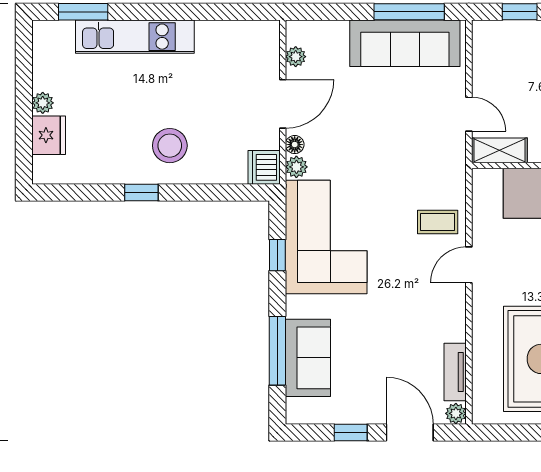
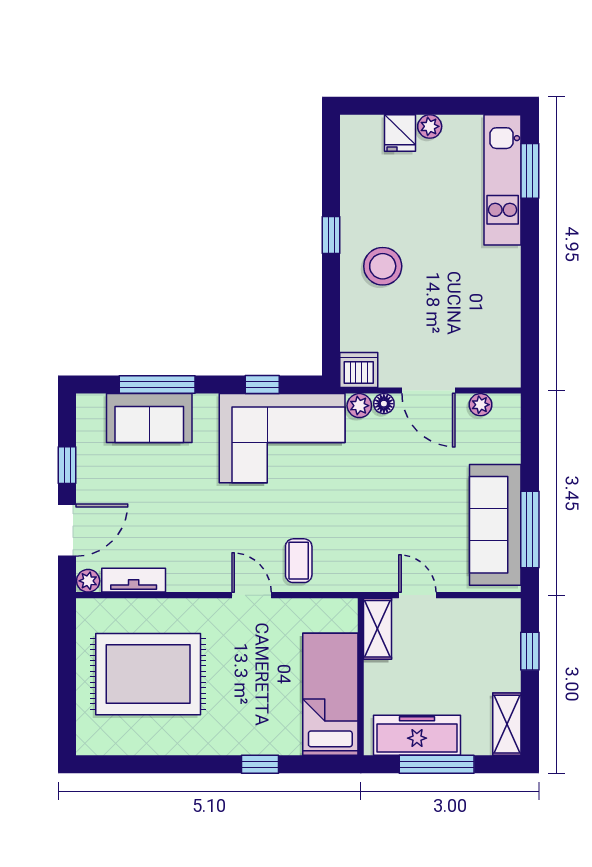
kitchen unit: (135, 37) -> (503, 180), moved
door: (469, 114) -> (417, 595), swing flipped
fridge: (49, 135) -> (400, 133), width x0.72

